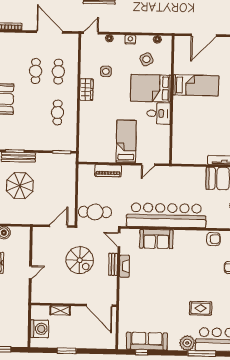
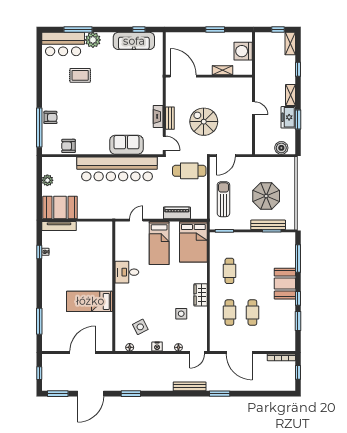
bed: (151, 88) -> (193, 242), moved, turned 90
sun lounger: (62, 183) -> (223, 199), added
door: (30, 272) -> (254, 108), swing flipped

